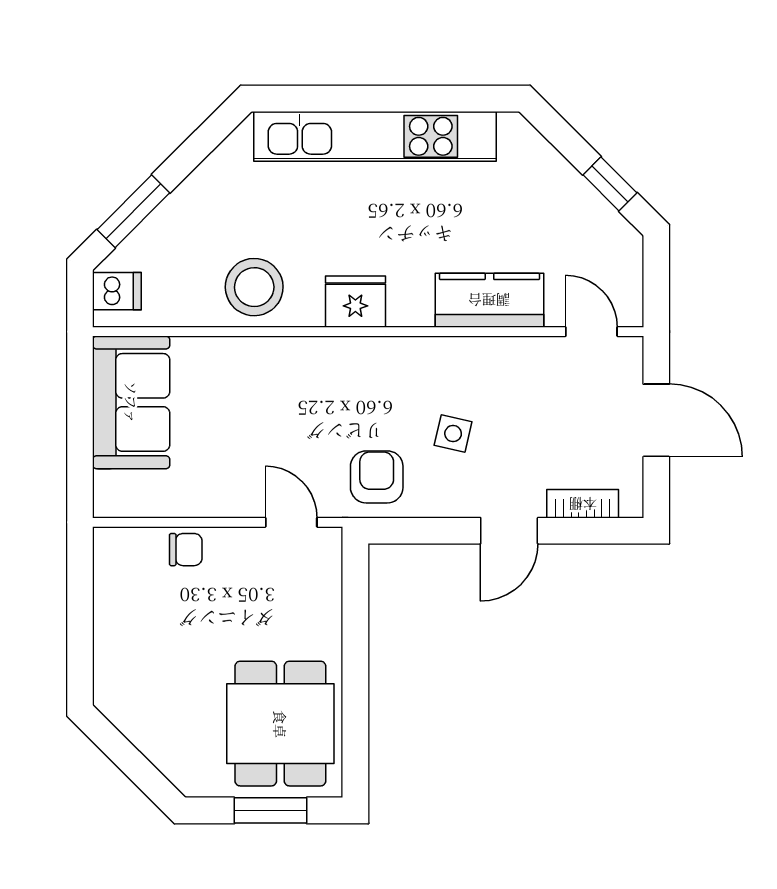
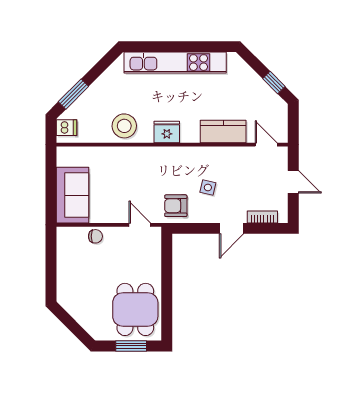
sofa: (131, 402) -> (73, 195), moved
door: (656, 420) -> (293, 182), width x0.73
armchair: (377, 477) -> (176, 206), turned -90

